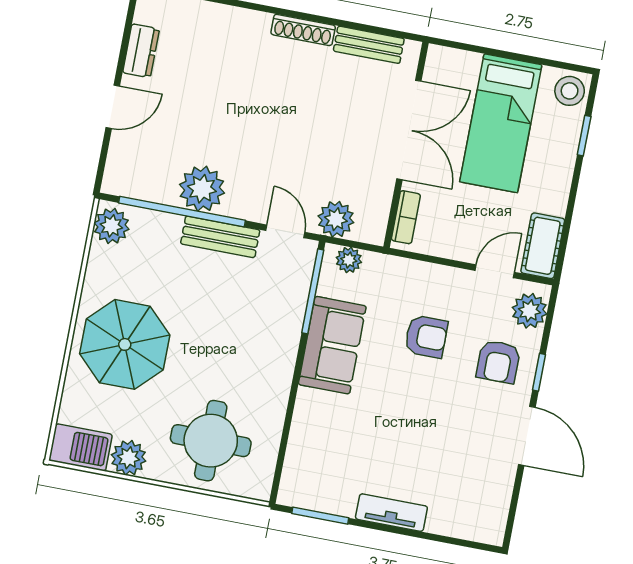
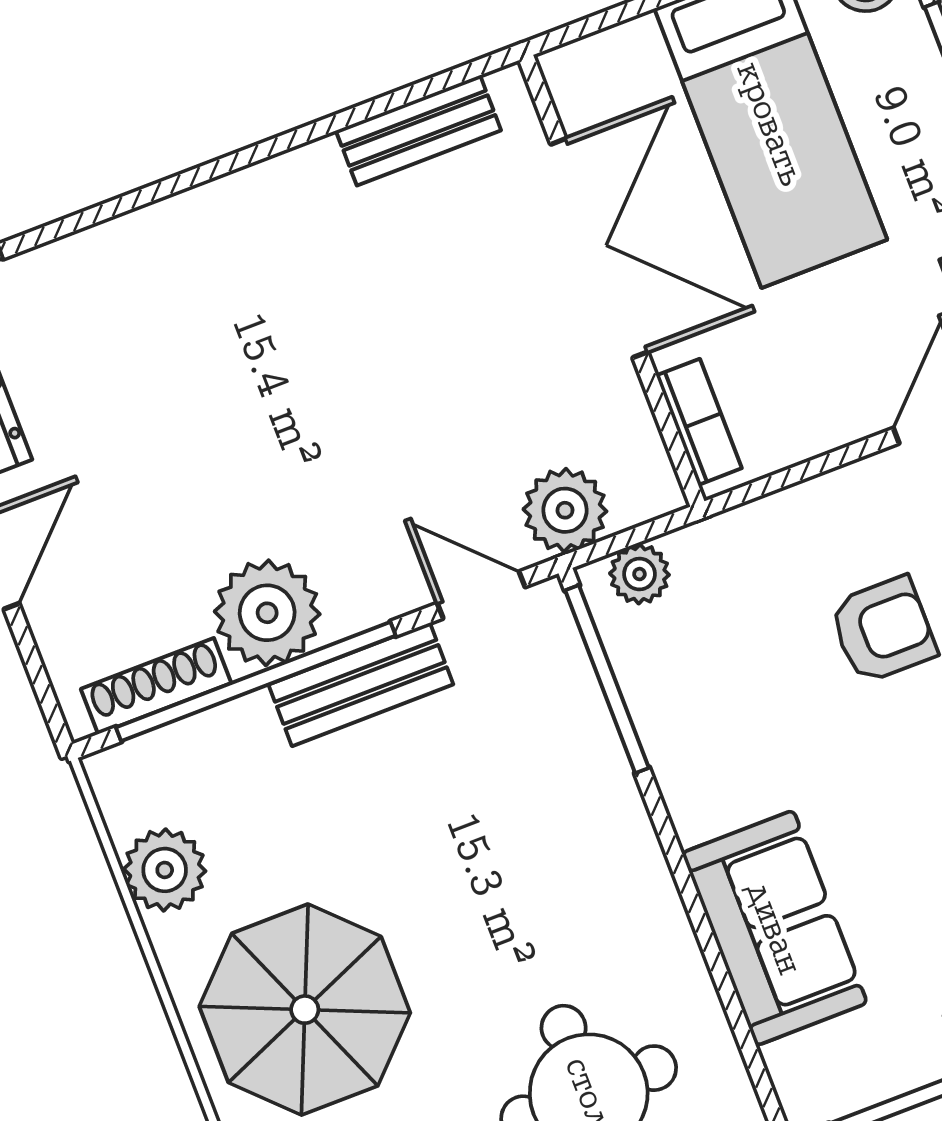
shoe rack: (303, 30) -> (156, 686), moved, turned 180
plant: (111, 226) -> (165, 870), moved
sofa: (332, 345) -> (775, 928), moved

